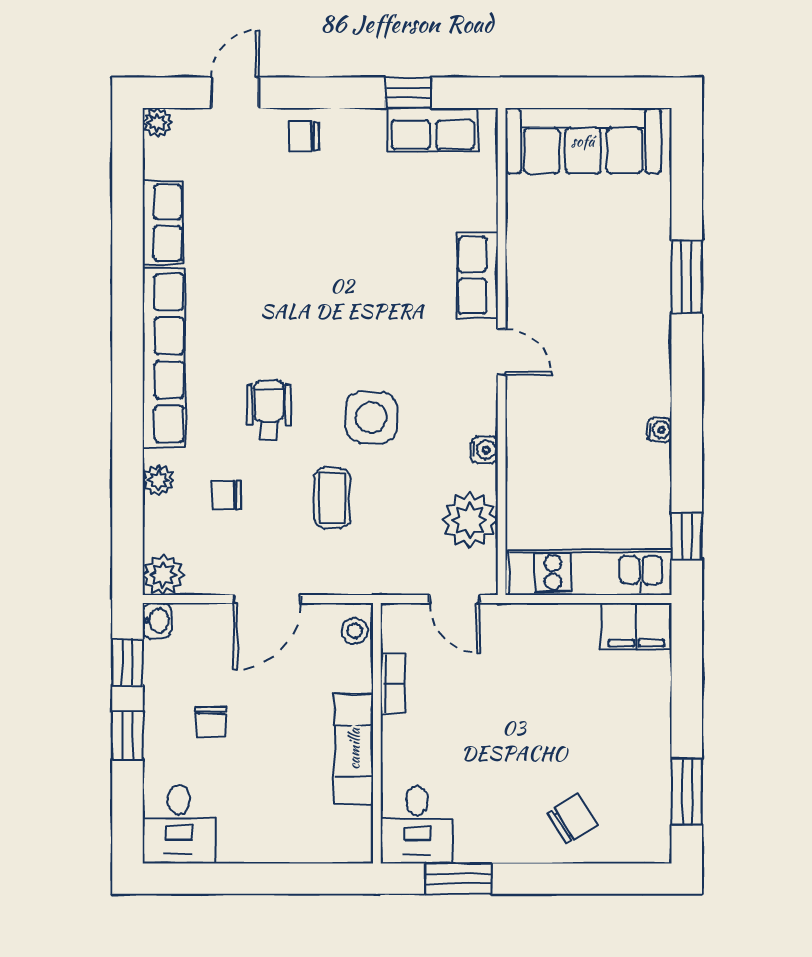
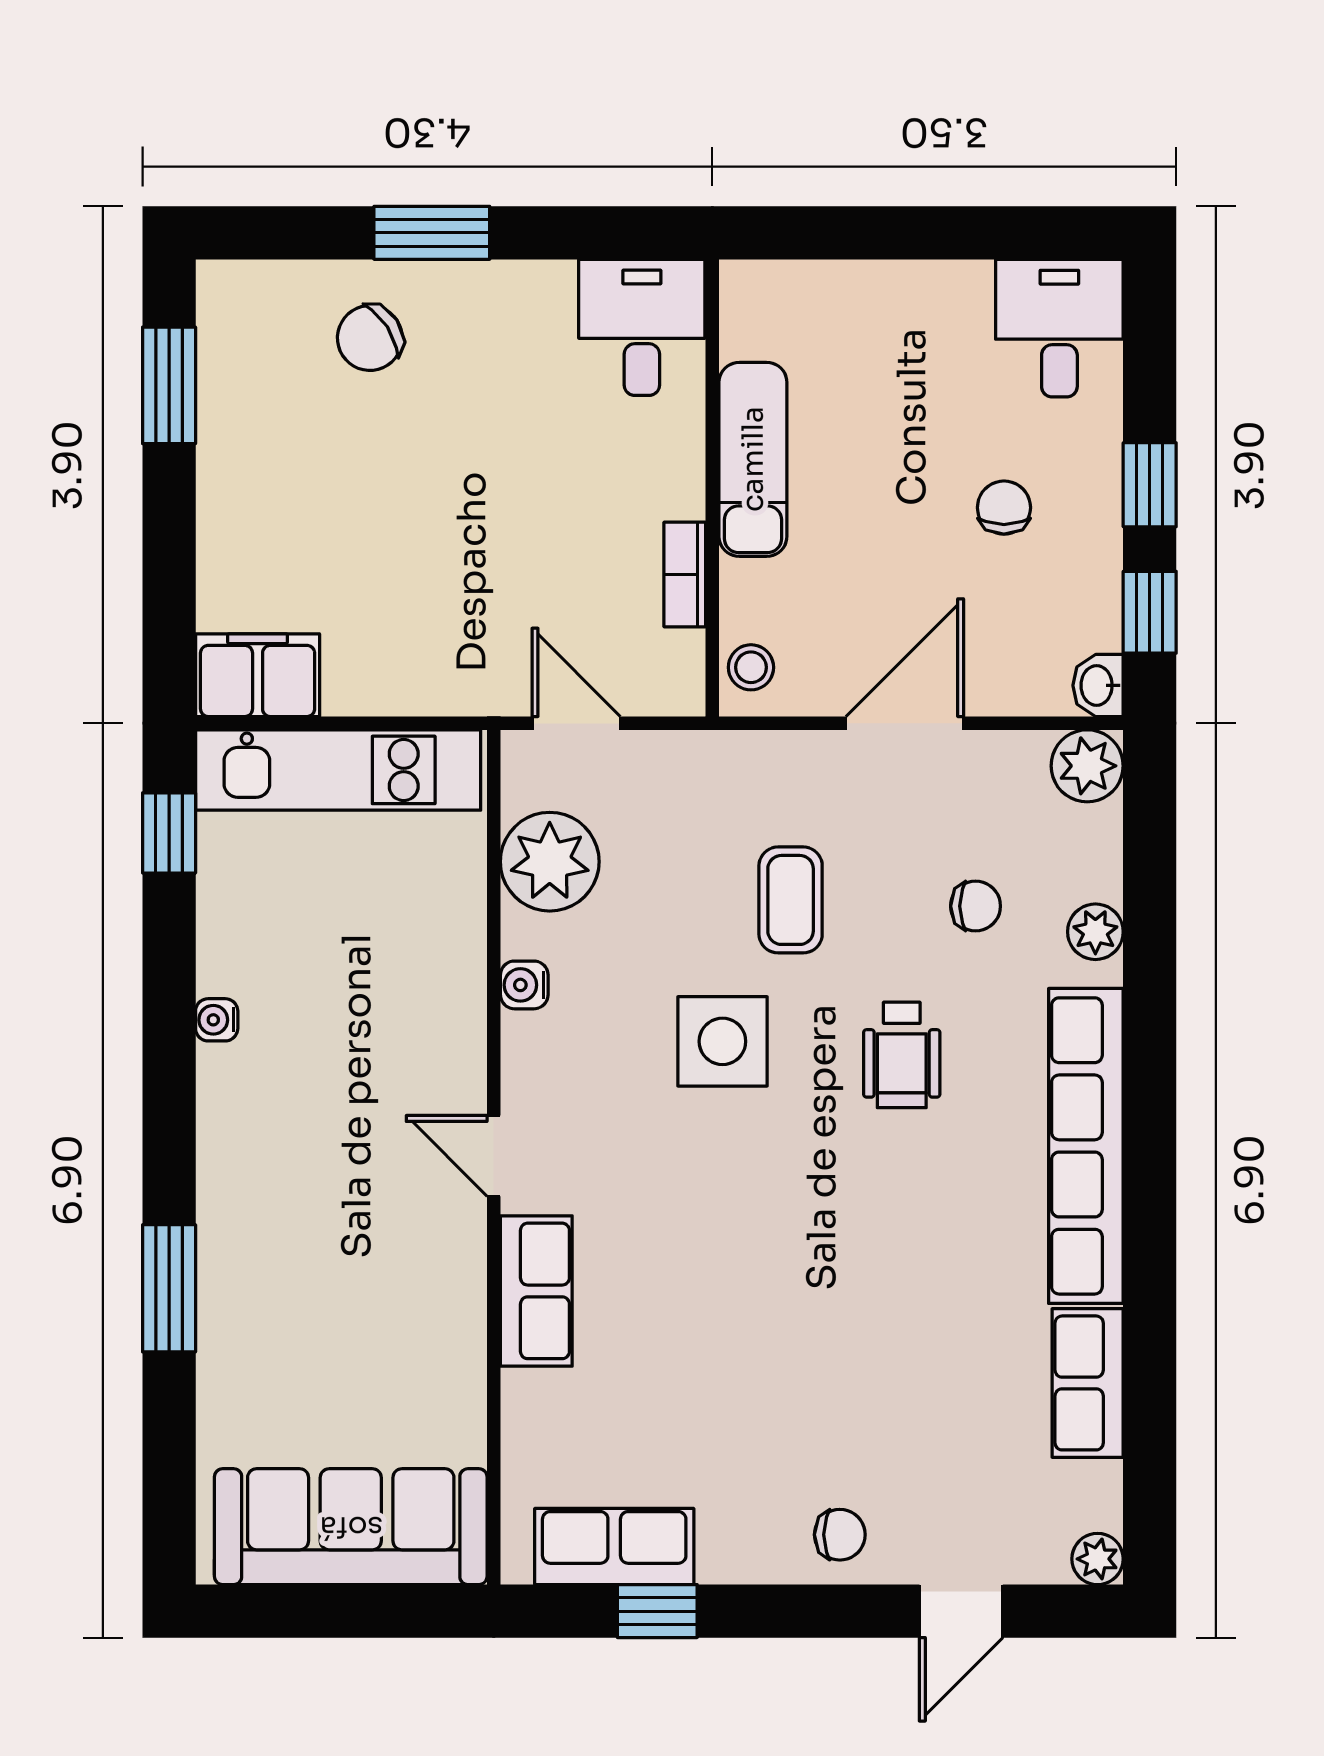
window: (458, 879) -> (432, 233), moved

